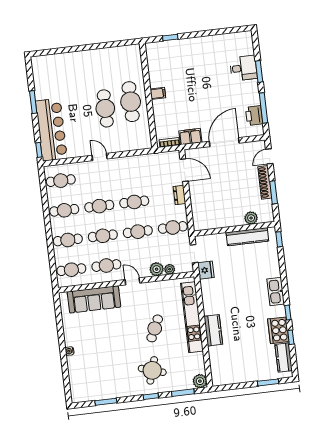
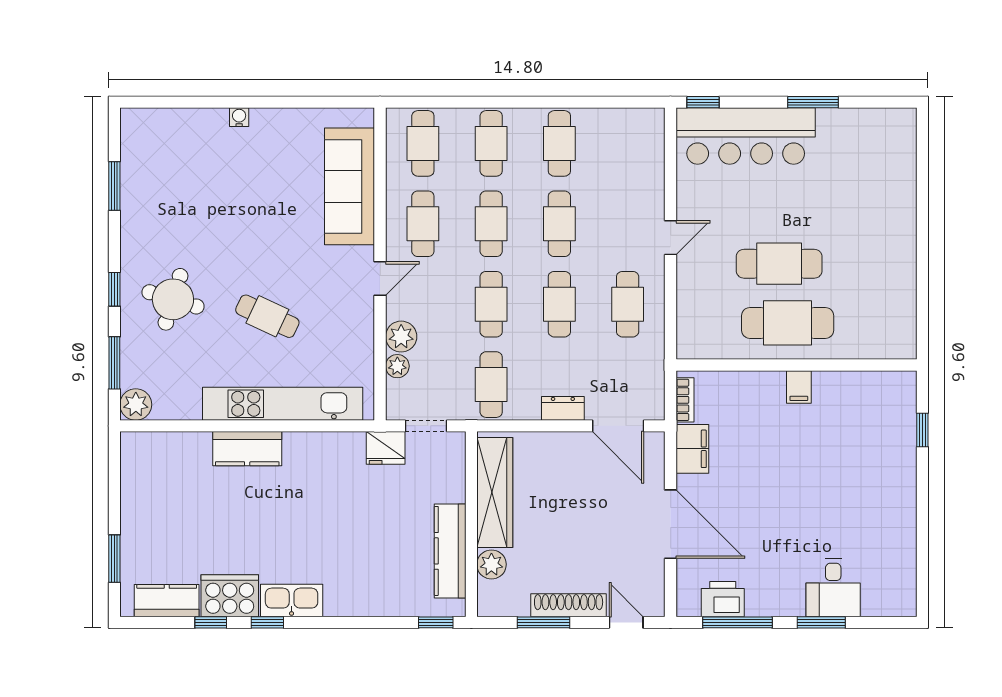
door: (184, 170) -> (618, 426), hinge flipped
cafe table: (61, 181) -> (628, 304), moved
wardrobe: (220, 220) -> (495, 492), added
kitchen sink: (276, 292) -> (292, 600), moved

